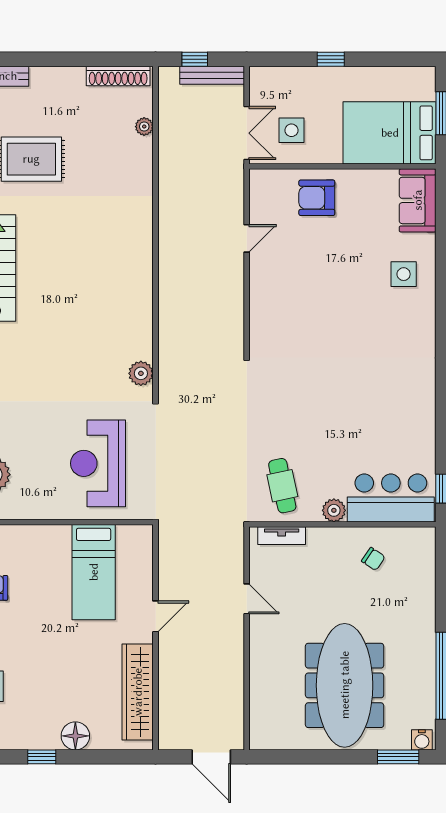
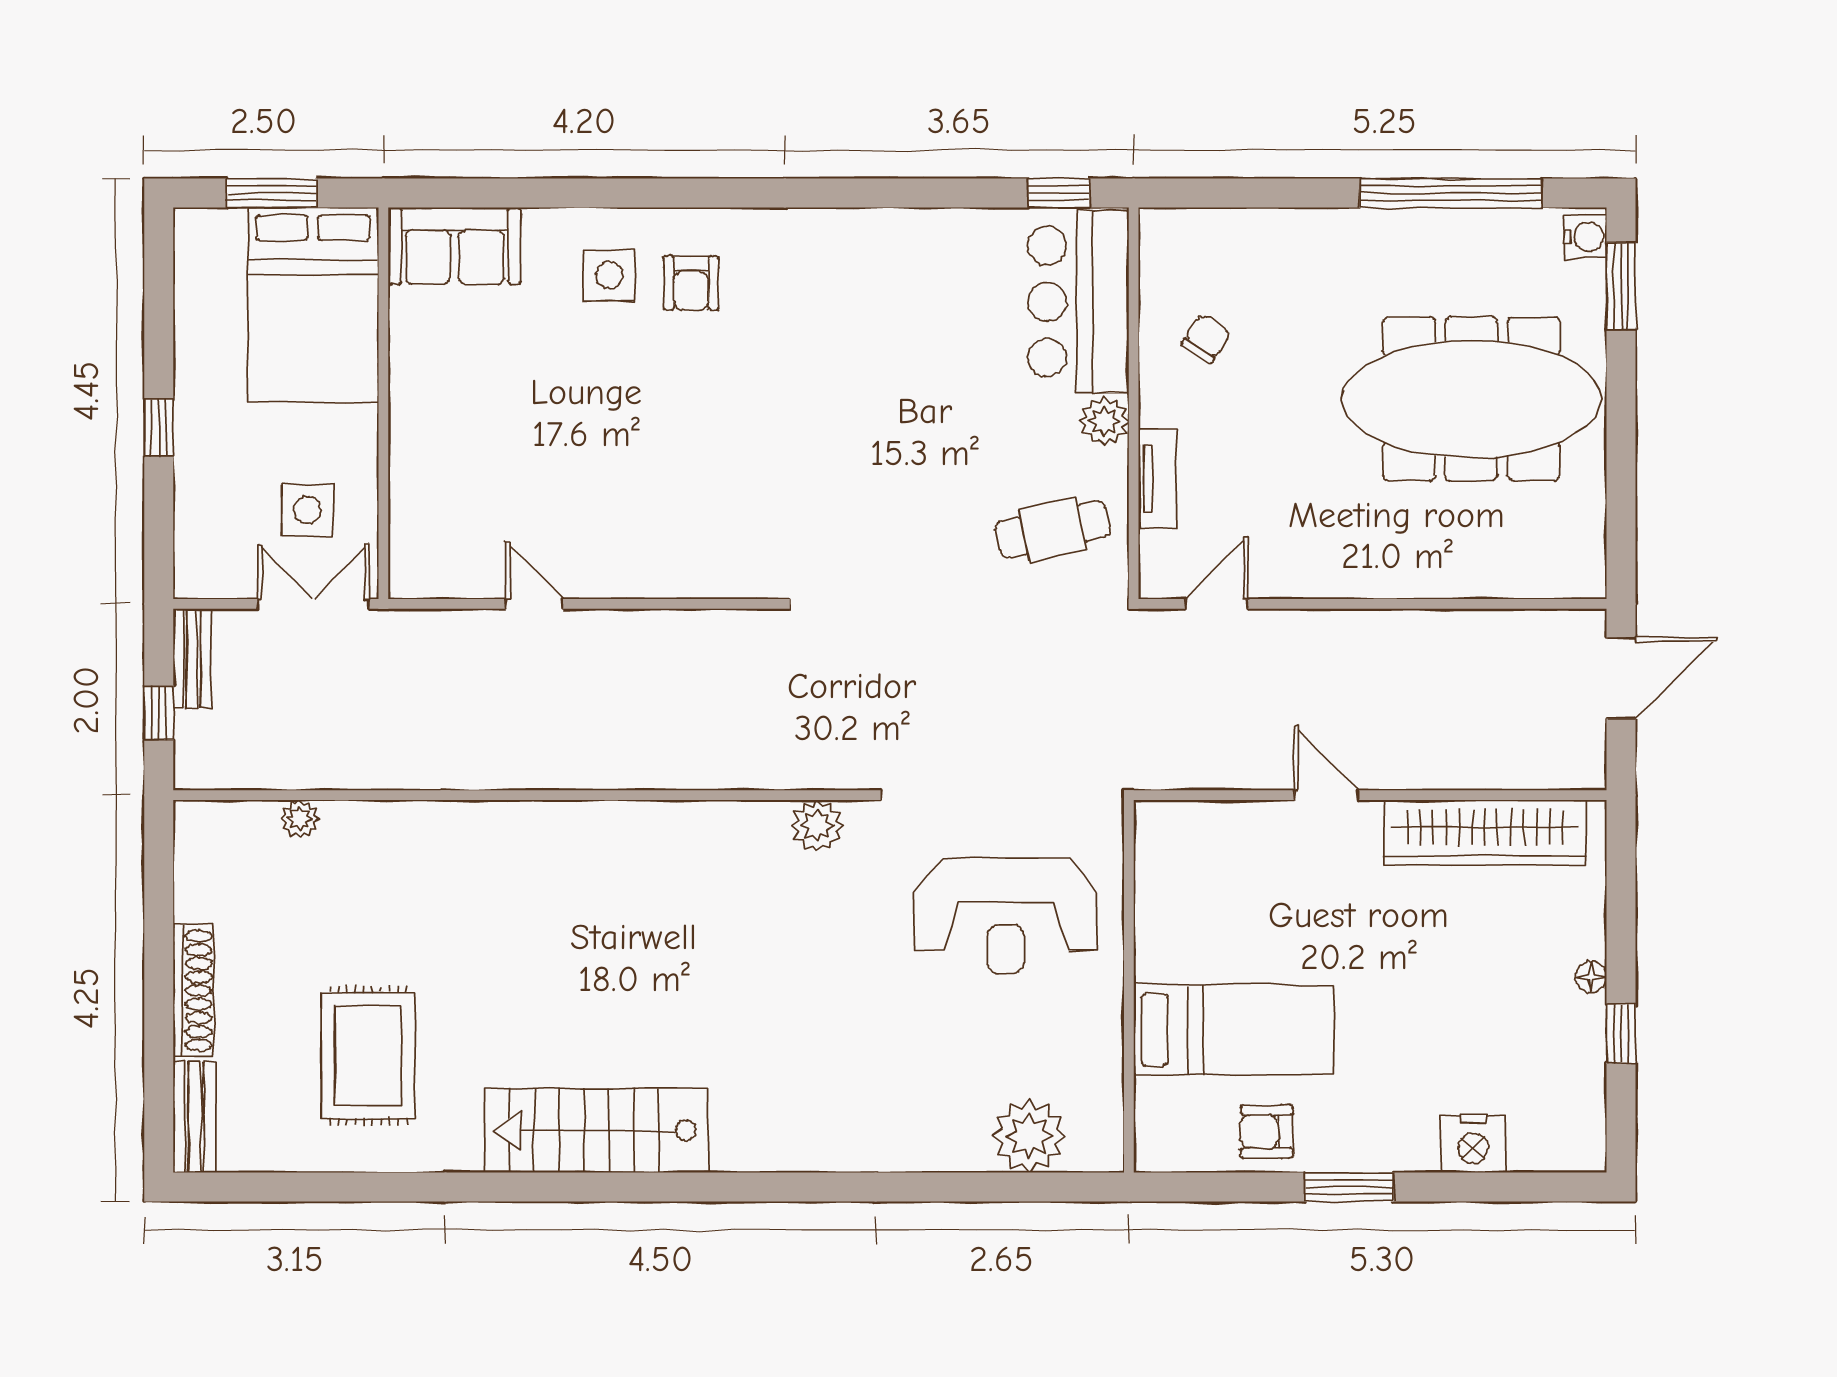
bench: (212, 75) -> (192, 658), width x0.73
shoe rack: (118, 76) -> (194, 991), moved
armchair: (317, 198) -> (691, 283), moved, width x0.72, depth x0.72
tv unit: (282, 536) -> (1157, 479), moved
bed: (94, 572) -> (1234, 1030), moved
door: (247, 599) -> (1216, 604), moved
floor lamp: (75, 736) -> (1591, 977), width x0.53, depth x0.53

